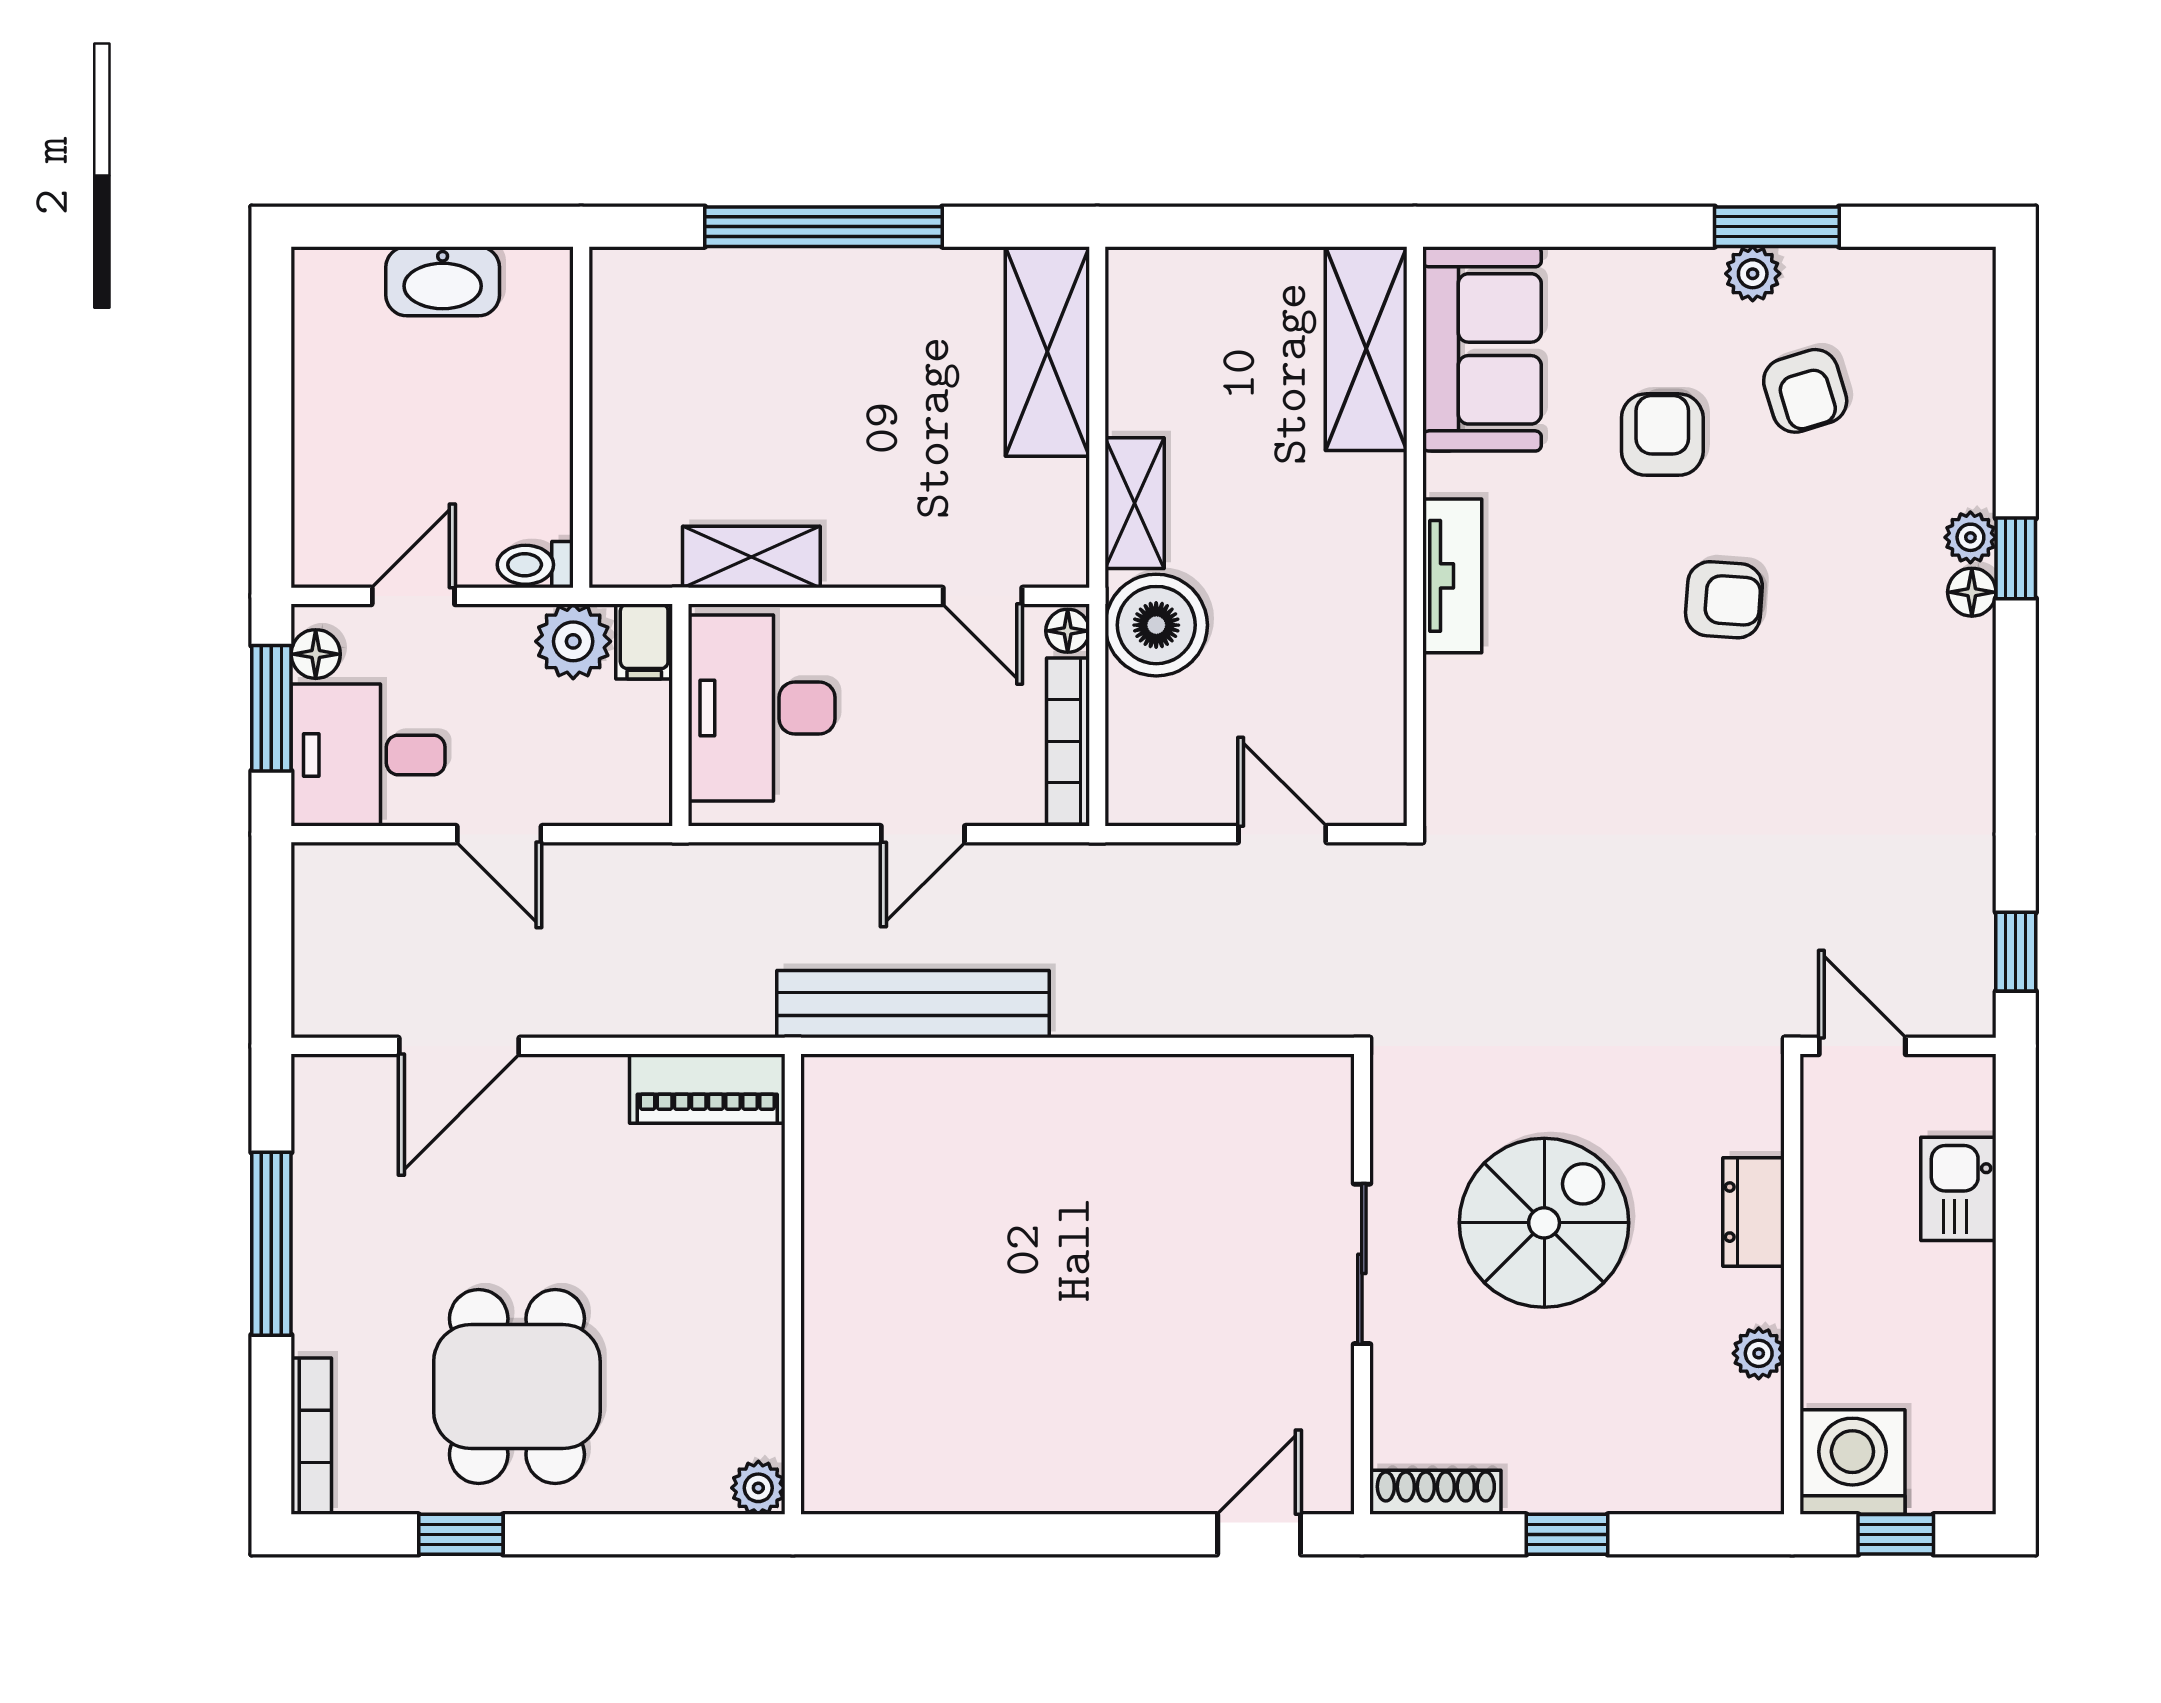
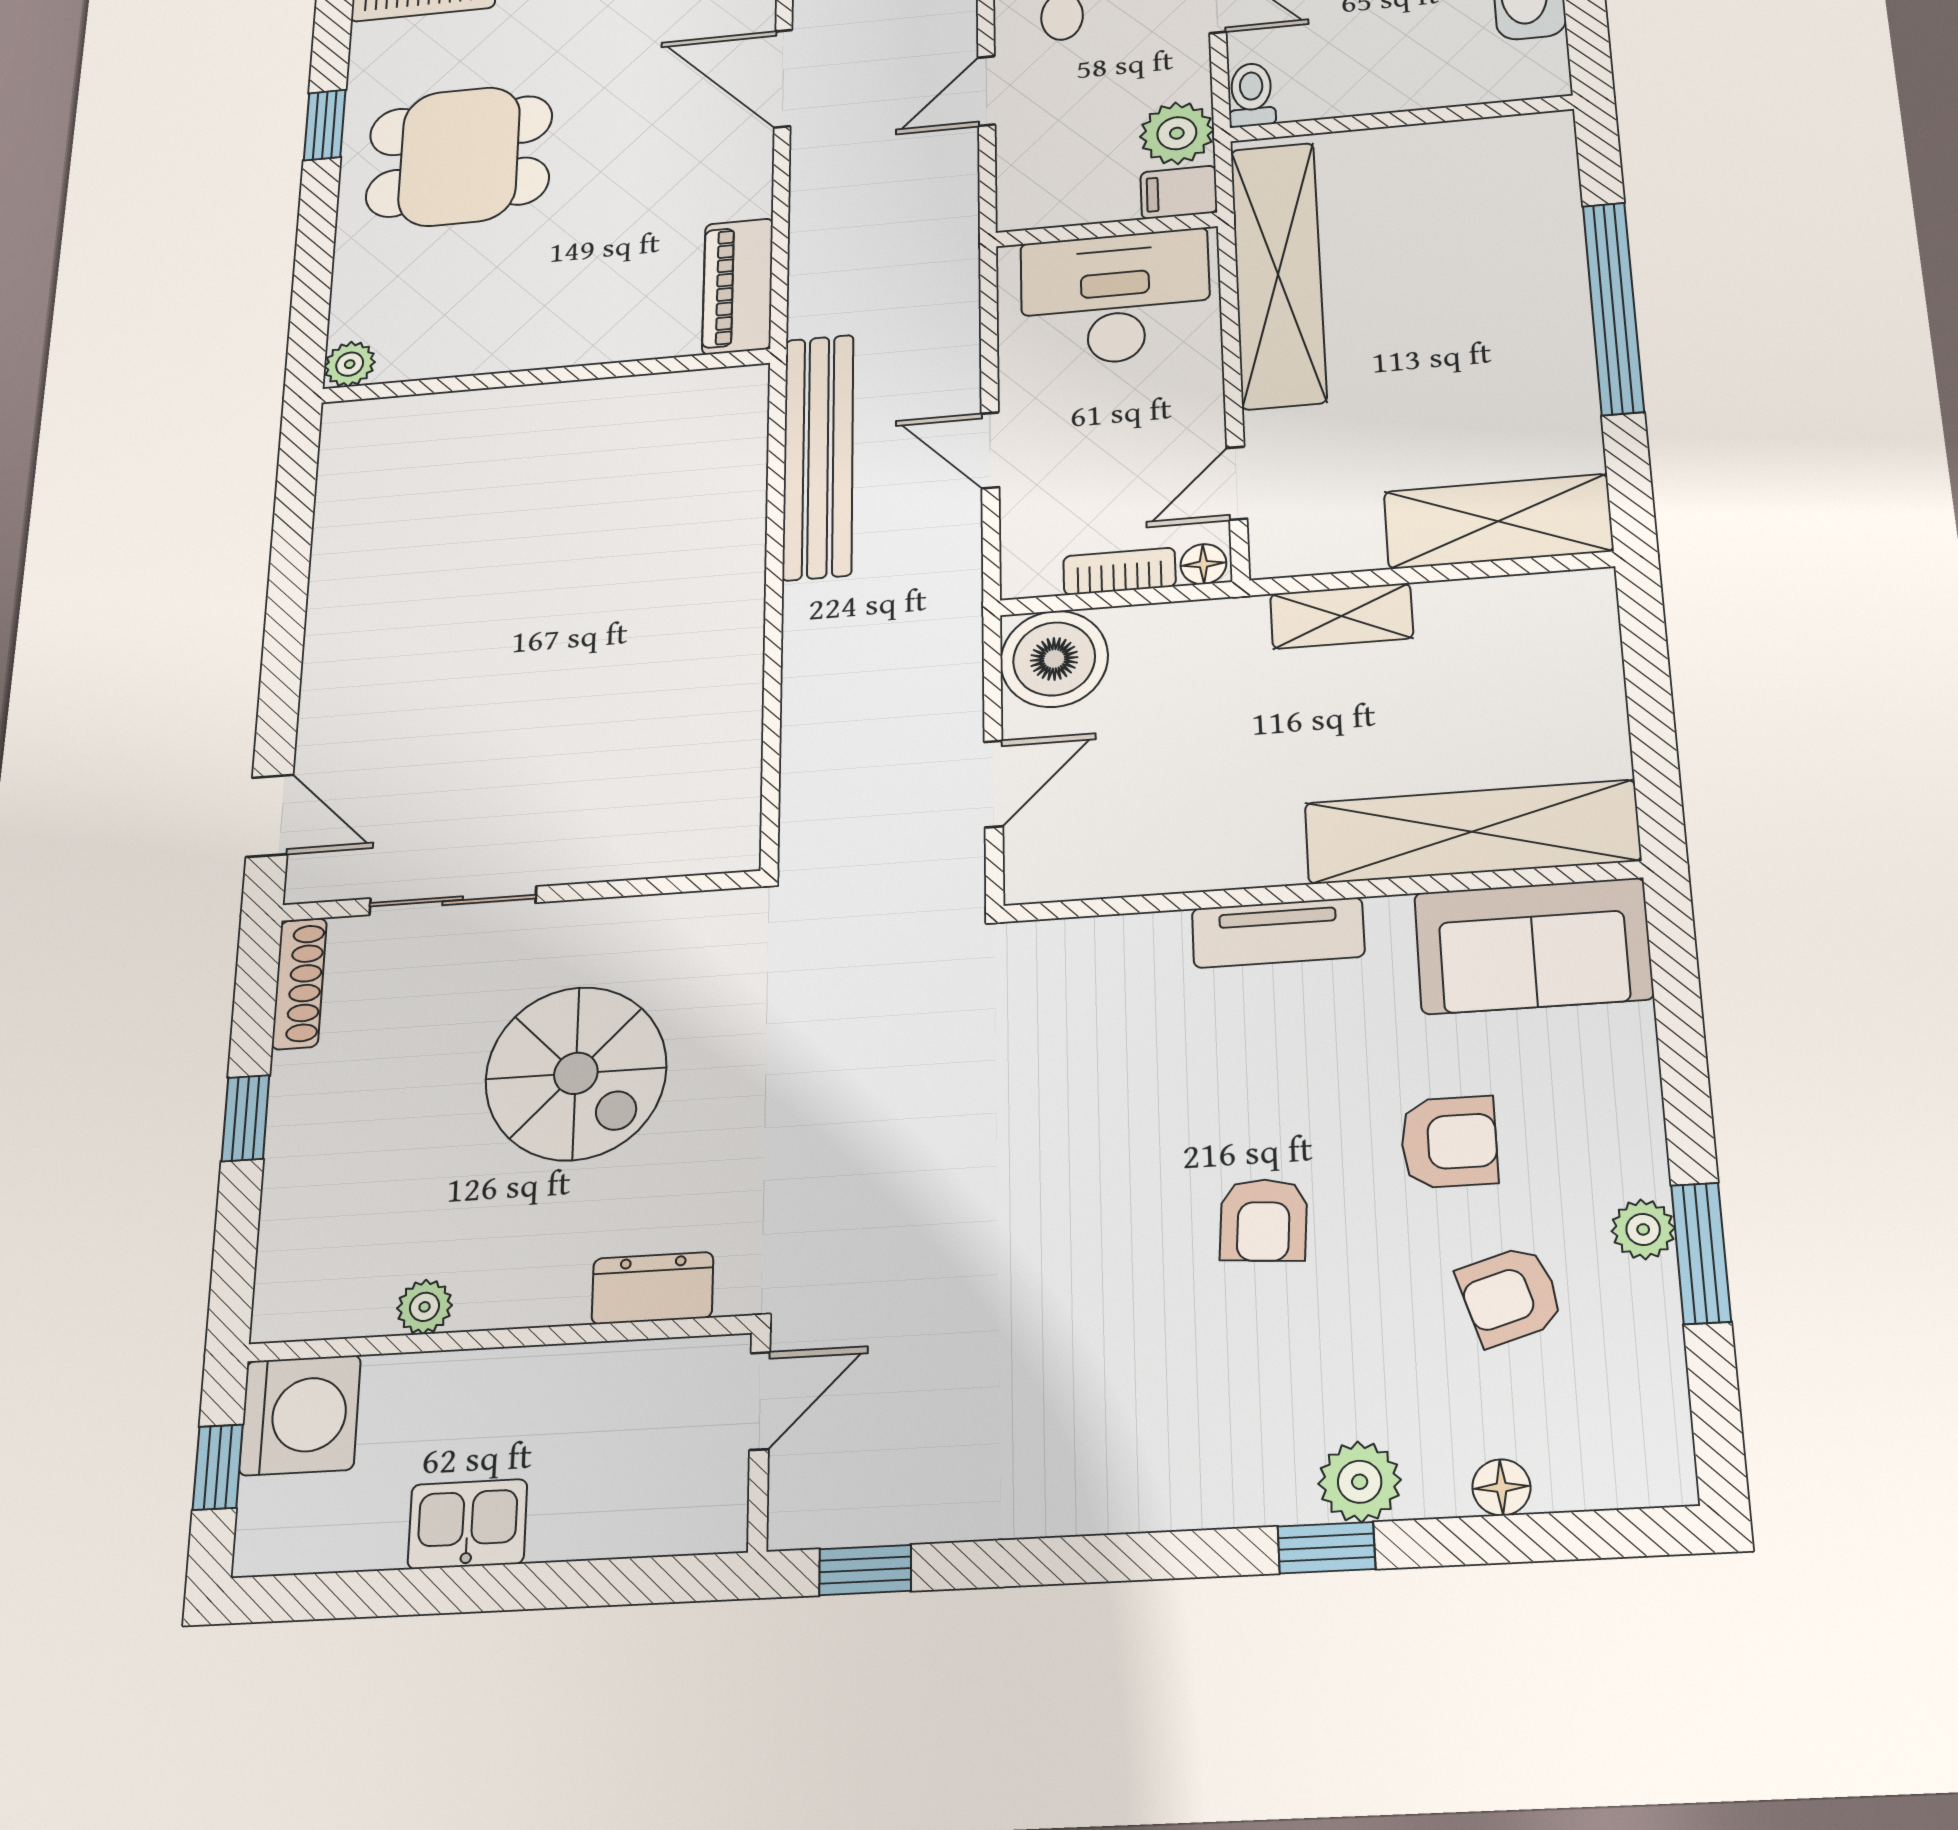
shelving: (1366, 349) -> (1472, 832), width x1.47
plant: (1970, 537) -> (1360, 1482), width x1.38, depth x1.38
shelving: (751, 557) -> (1278, 275), width x2.20, depth x1.33
floor lamp: (1972, 592) -> (1501, 1487), moved
boiler: (1156, 625) -> (1054, 659), moved
bookcase: (1068, 741) -> (1119, 571), width x0.64
kitchen sink: (1958, 1189) -> (467, 1524), moved
dresser: (1754, 1212) -> (652, 1288), moved
sliding door: (1362, 1264) -> (453, 901), moved

